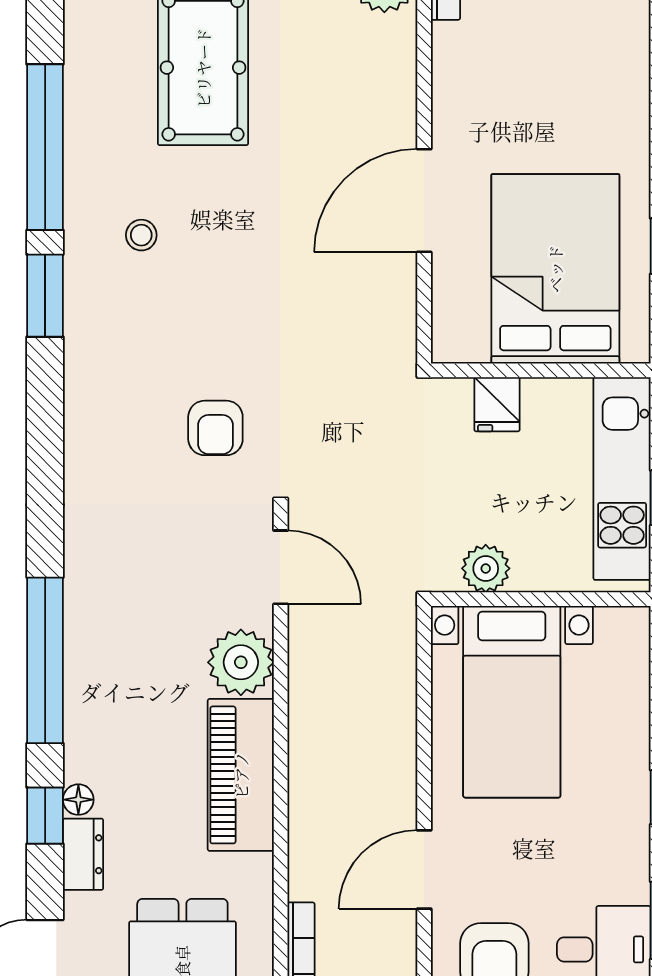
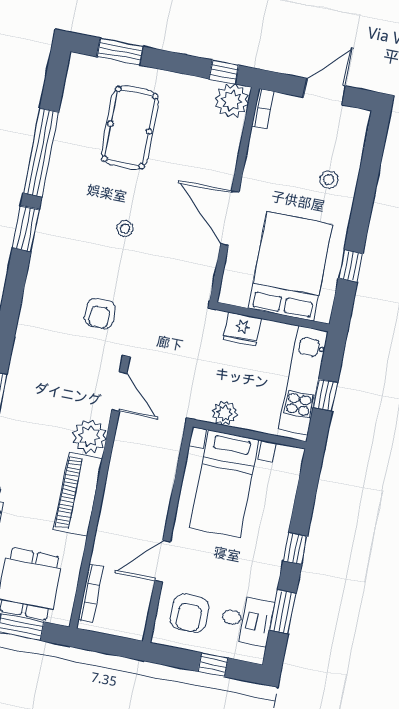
stool: (596, 92) -> (329, 180), added
door: (424, 201) -> (230, 218), hinge flipped
stool: (141, 235) -> (125, 229), moved
fridge: (497, 404) -> (242, 329), width x1.38

